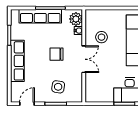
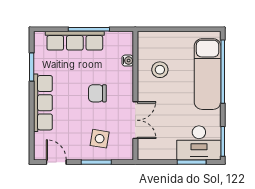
plant: (76, 19) -> (124, 44), removed
double door: (84, 59) -> (135, 120), moved
door: (27, 104) -> (56, 162), hinge flipped

